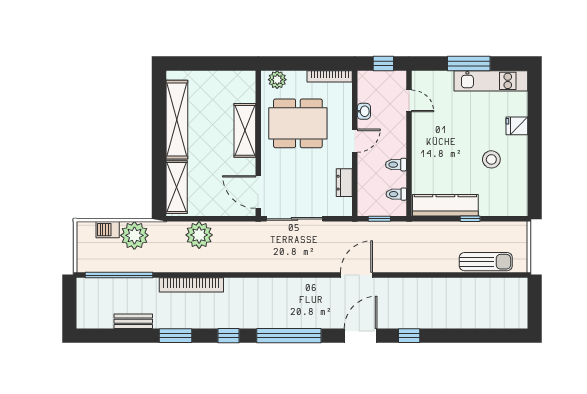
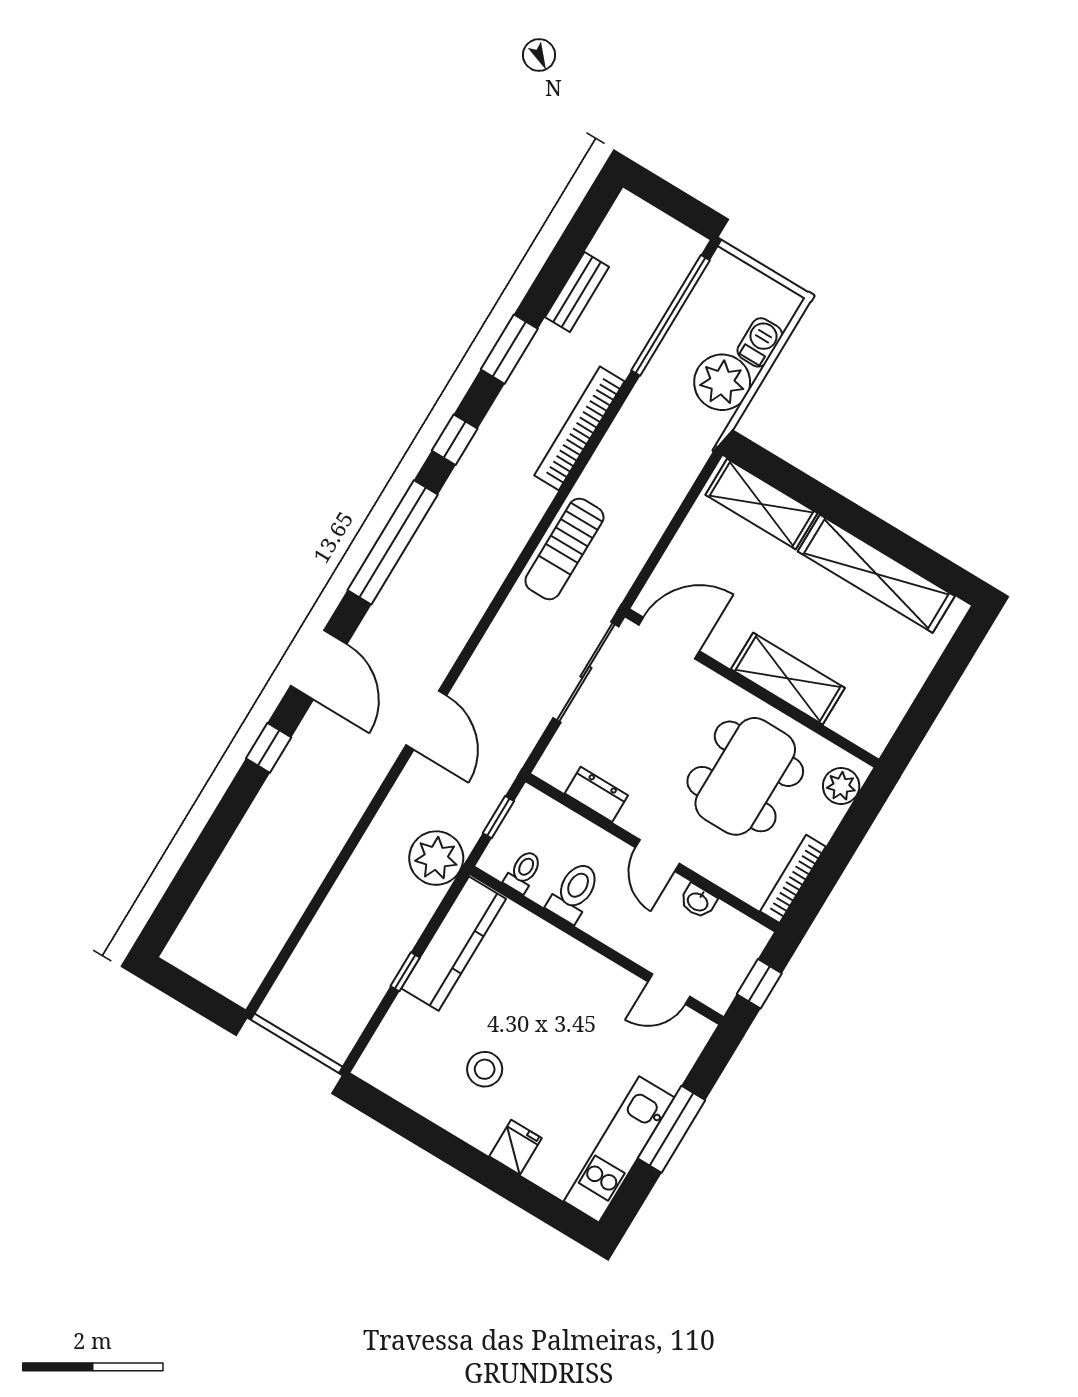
toilet: (396, 165) -> (574, 892), width x1.37, depth x1.39
plant: (199, 235) -> (436, 858), moved
sun lounger: (486, 262) -> (564, 549), moved

